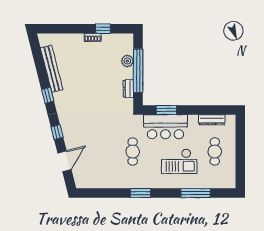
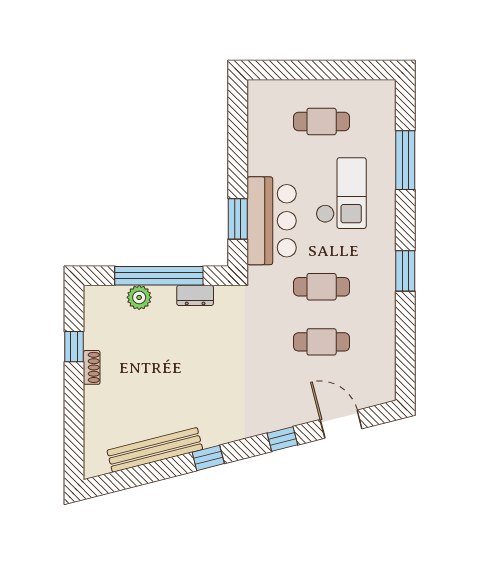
dresser: (212, 120) -> (258, 127), removed
cafe table: (105, 152) -> (322, 342), added

